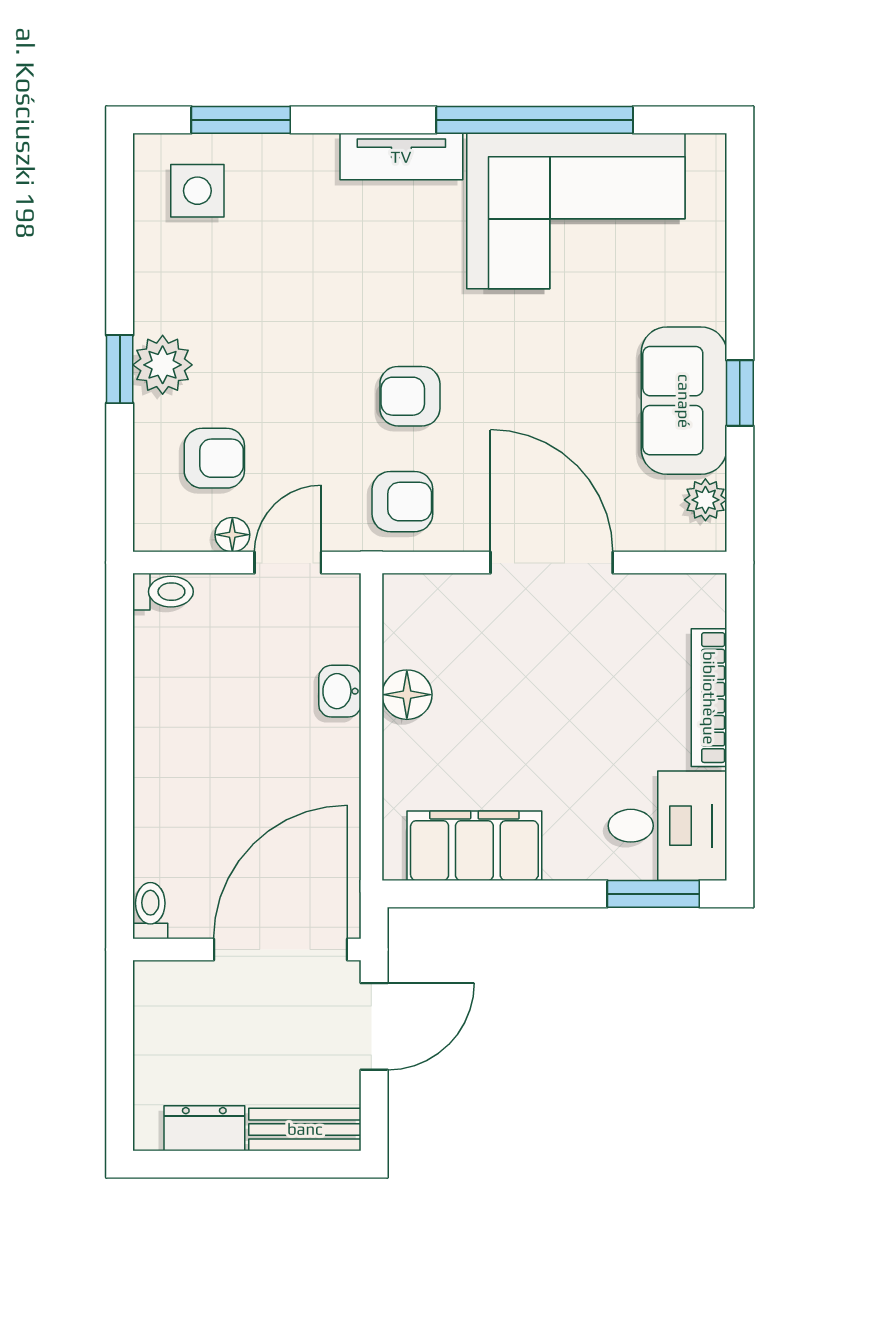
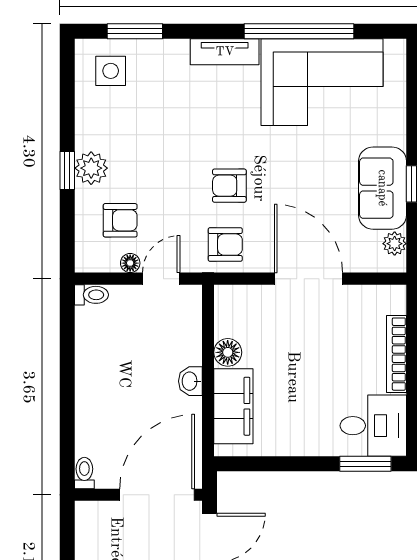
washbasin: (340, 691) -> (190, 381), moved
filing cabinet: (474, 846) -> (233, 406), moved, turned 90

